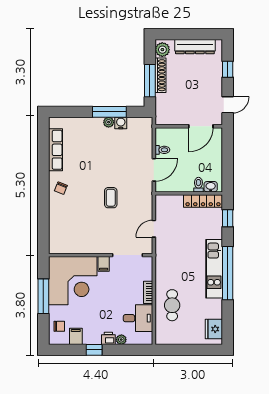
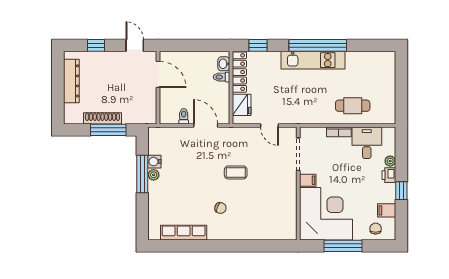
plant: (162, 50) -> (75, 116), removed
chair: (61, 188) -> (221, 208), moved
fridge: (214, 329) -> (242, 105), moved, turned -90

